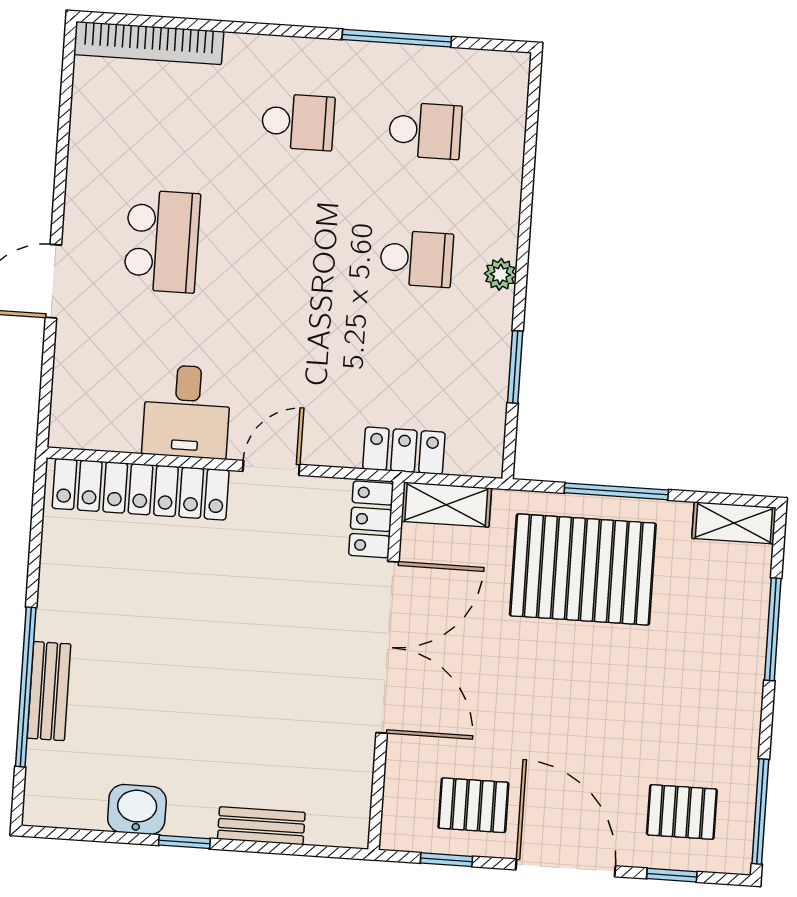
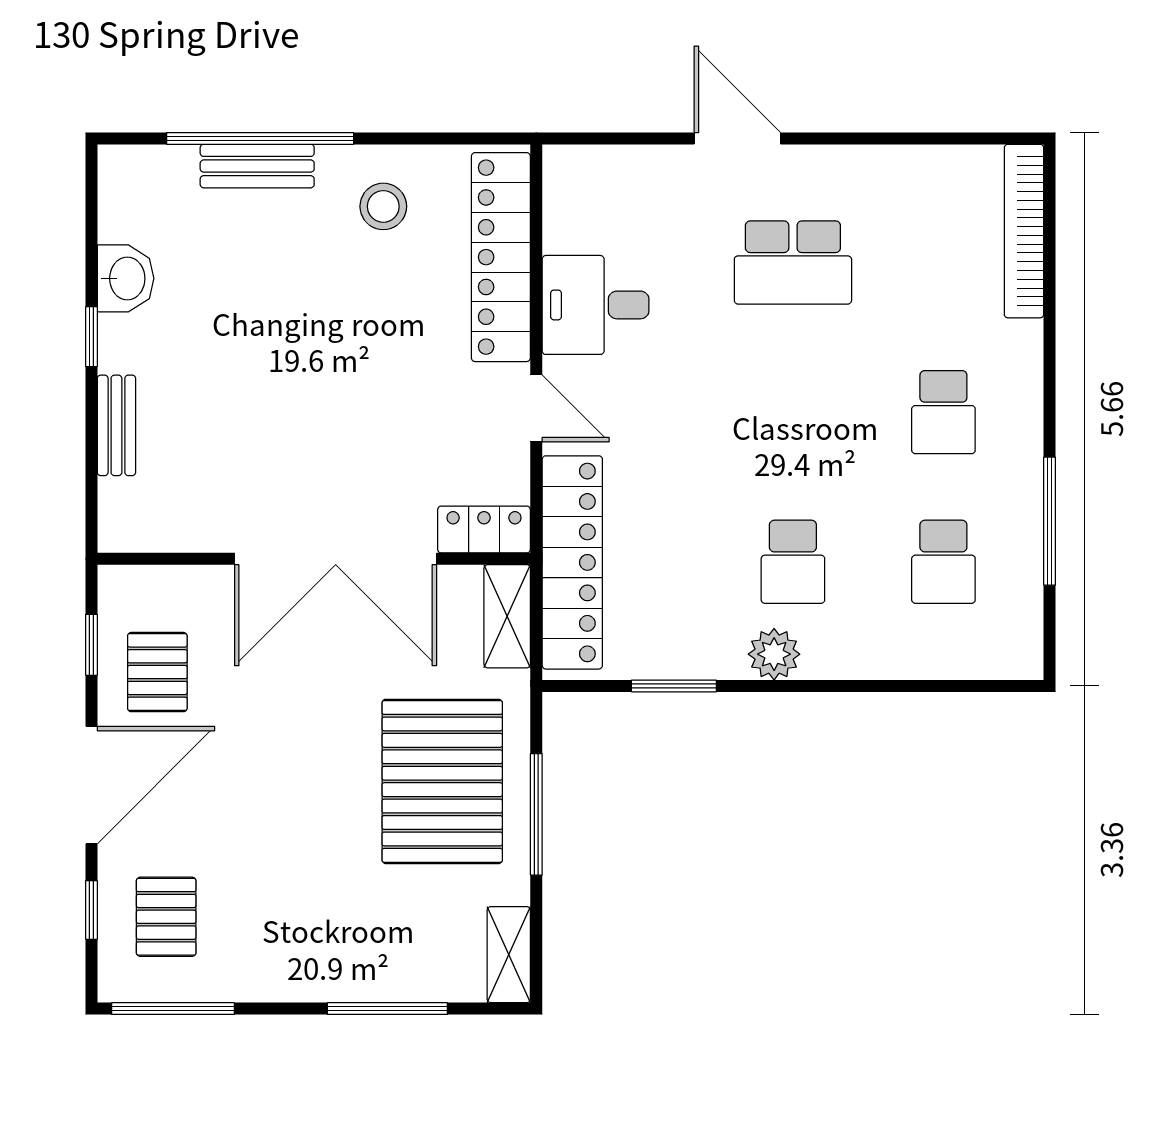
plant: (500, 274) -> (774, 654), width x1.38, depth x1.38
locker: (404, 451) -> (572, 562), width x2.16, depth x1.21
stool: (91, 586) -> (383, 206), added

